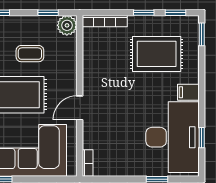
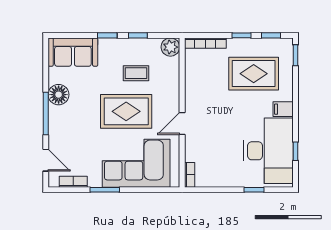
window: (48, 13) -> (138, 35), moved

